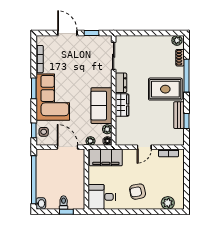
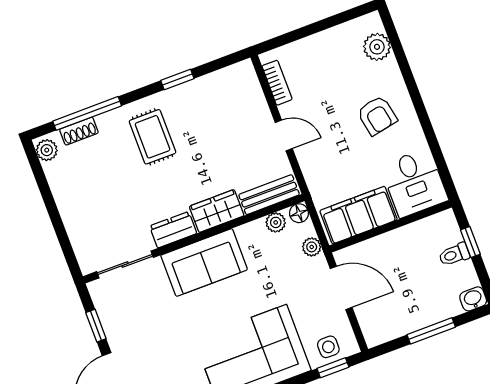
window: (186, 76) -> (87, 113), moved
rug: (165, 89) -> (152, 137), width x0.73, depth x0.70
sofa: (101, 106) -> (204, 262), moved
bench: (179, 115) -> (269, 195), moved
window: (186, 121) -> (177, 80), moved
door: (68, 147) -> (341, 288), swing flipped
filing cabinet: (106, 157) -> (359, 215), moved, turned -90
window: (34, 180) -> (431, 331), width x0.47

